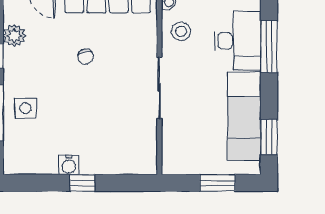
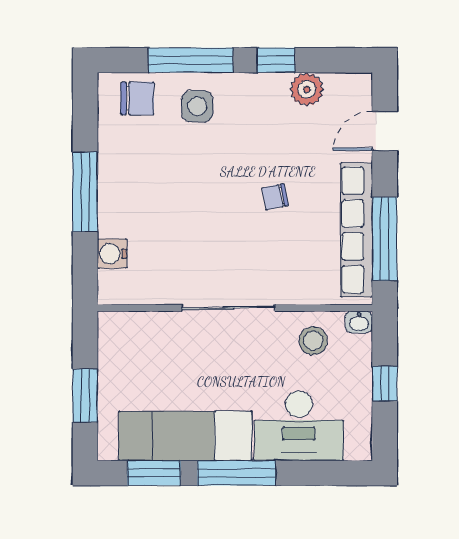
window: (269, 47) -> (237, 473), moved
chair: (20, 148) -> (137, 98), added
water cooler: (69, 165) -> (112, 254), moved
window: (82, 183) -> (85, 192), width x2.17

